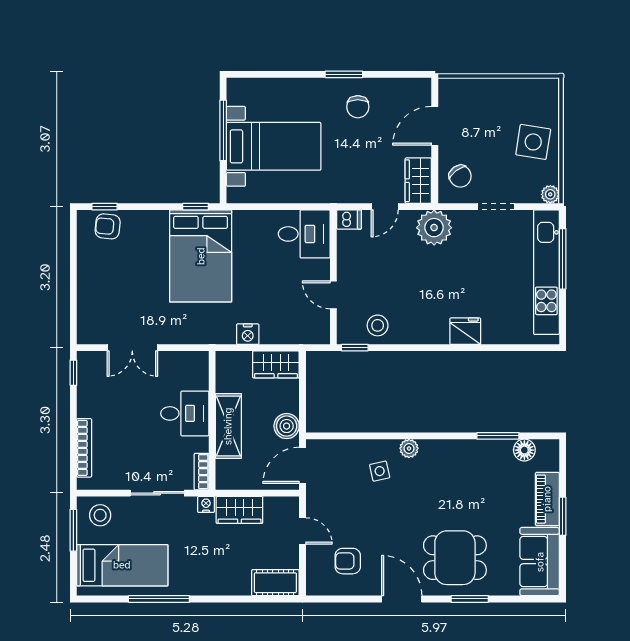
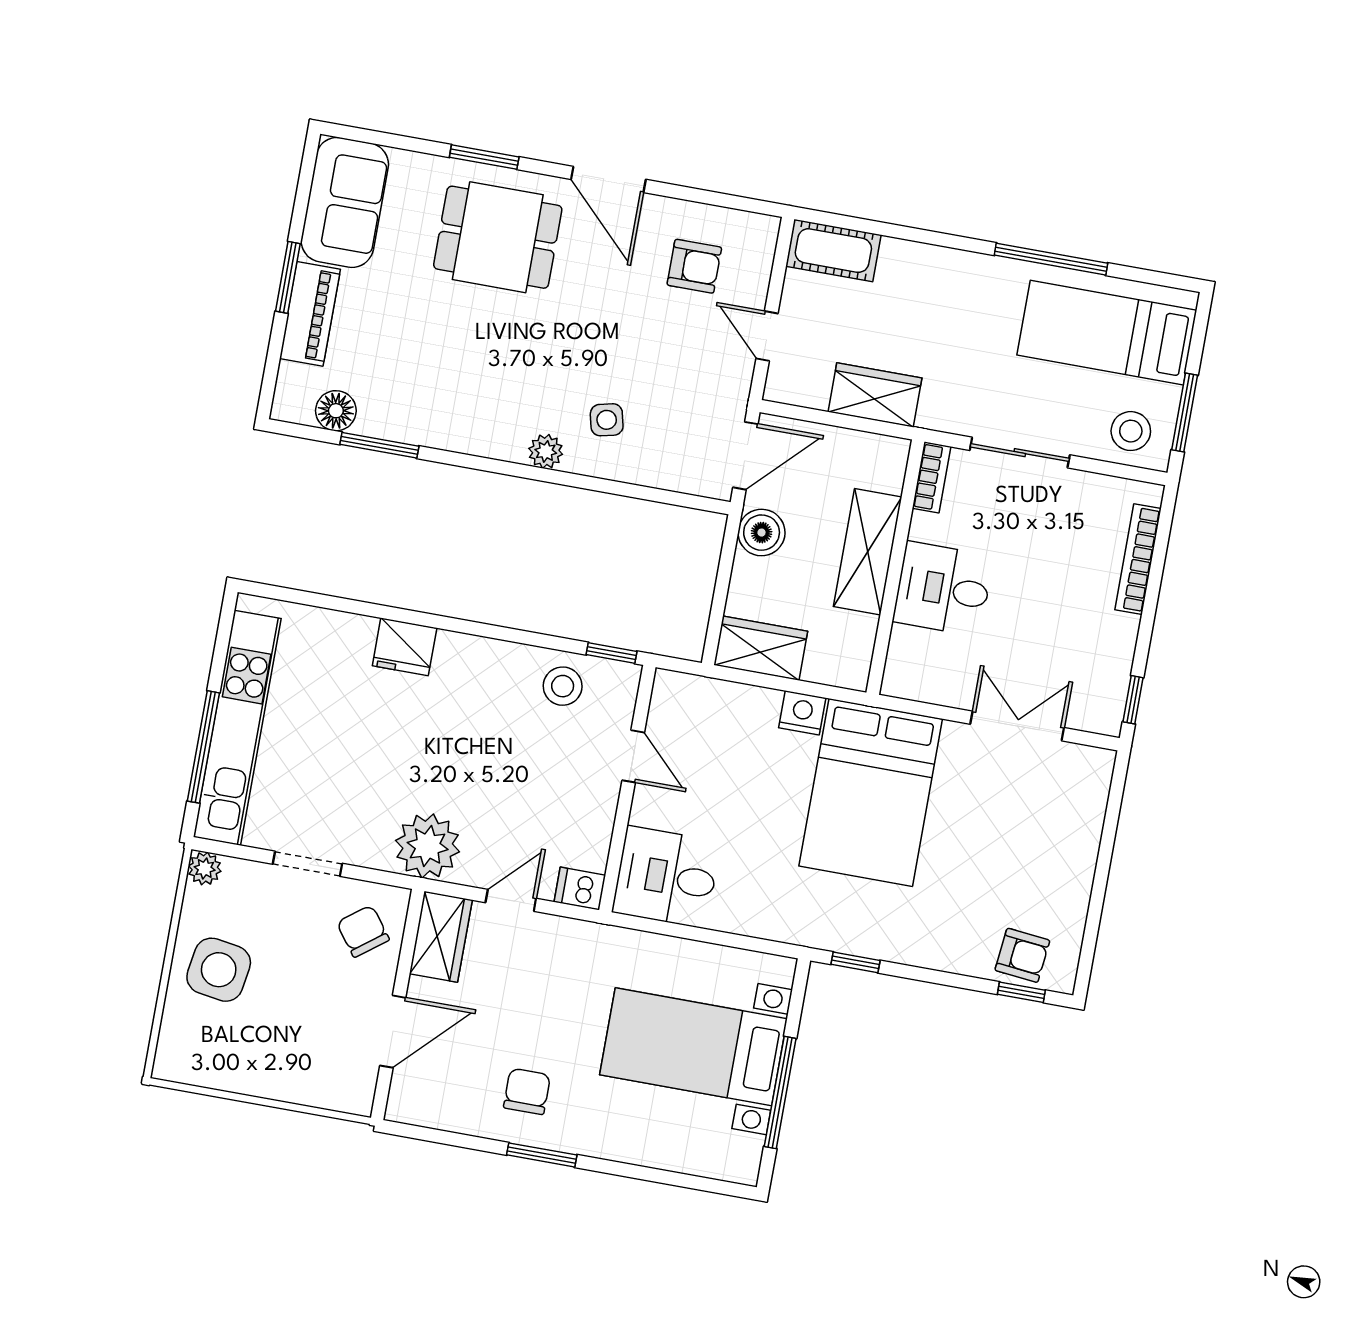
bed: (201, 256) -> (871, 792), moved, turned 180
nightstand: (206, 504) -> (934, 416), removed

